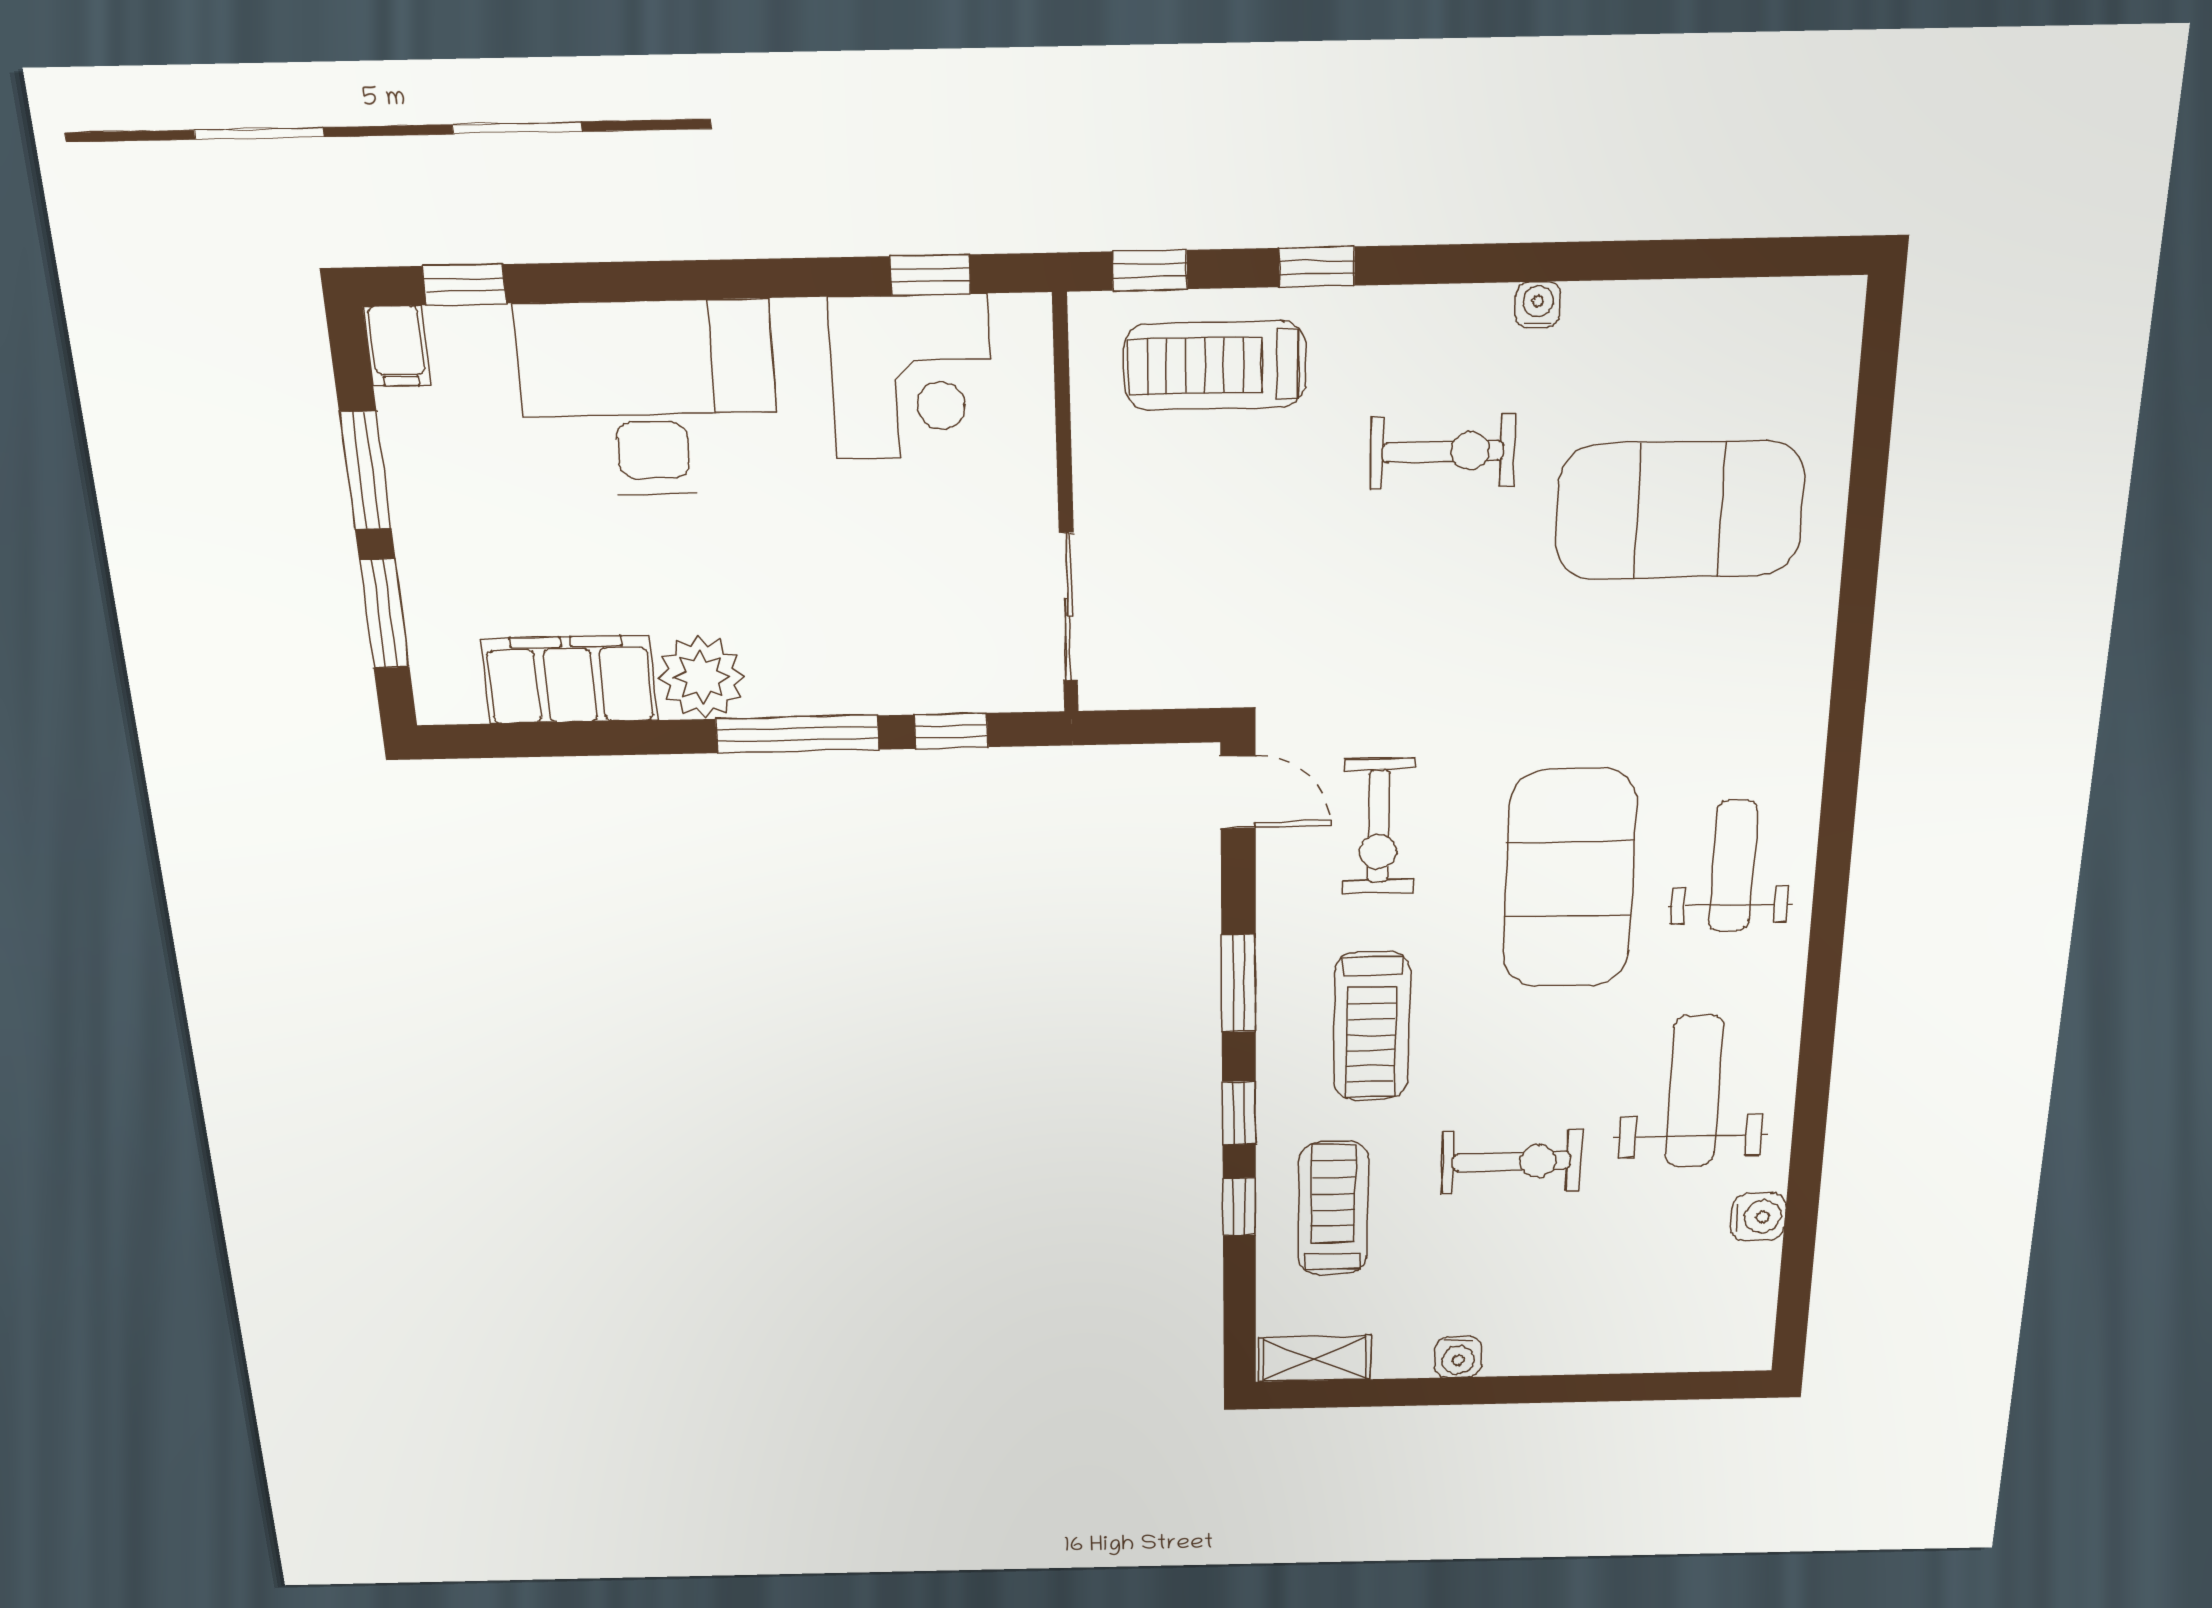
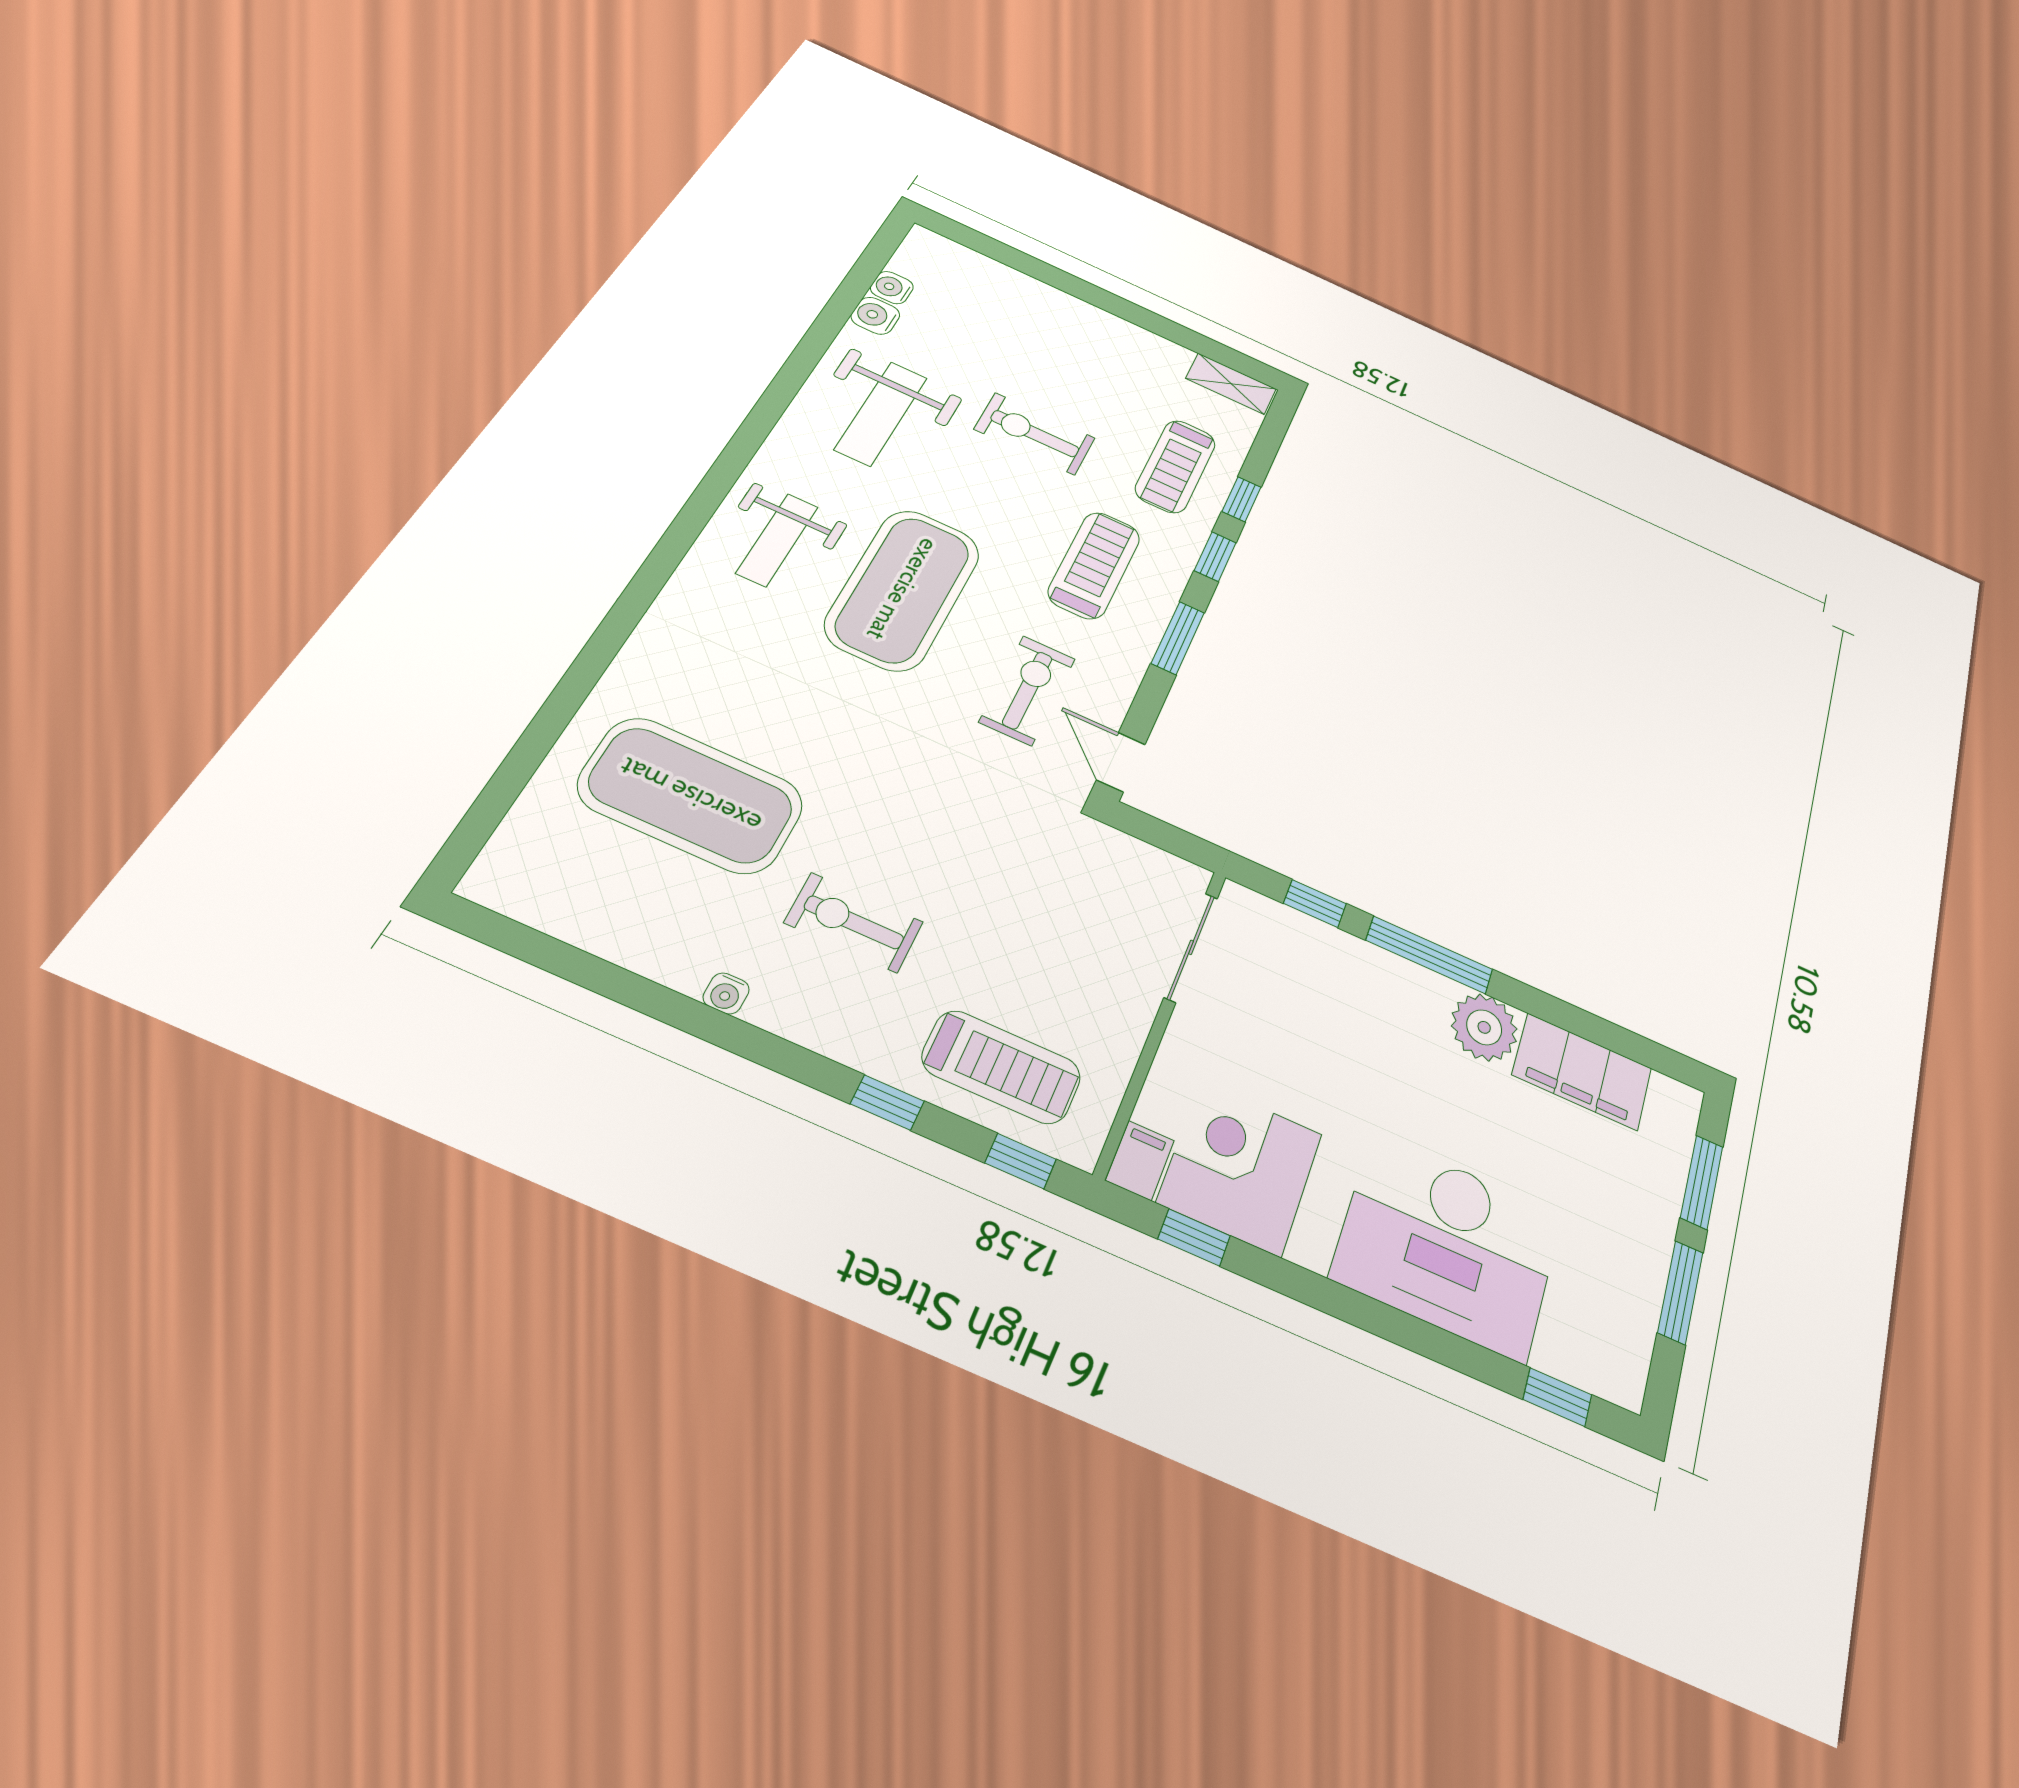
filing cabinet: (397, 346) -> (1140, 1160), moved
water cooler: (1458, 1357) -> (892, 288), moved, turned -90

